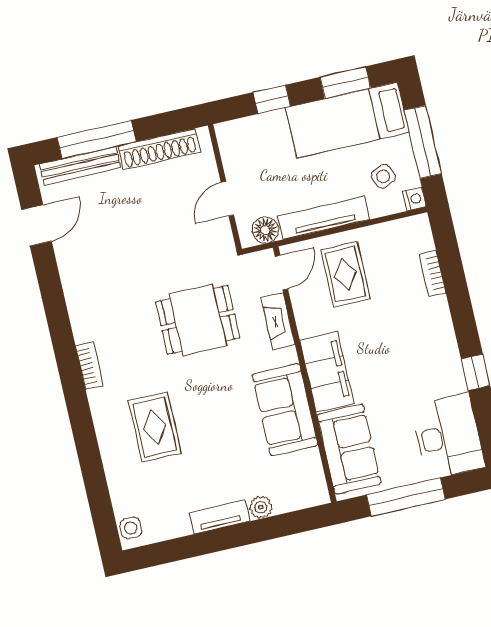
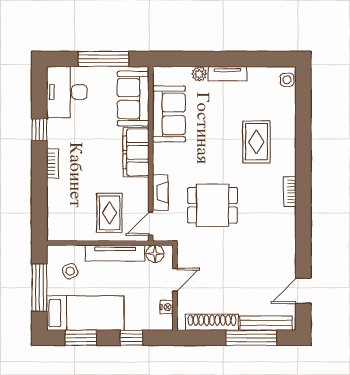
nightstand: (414, 199) -> (167, 307), moved, turned 180
bookcase: (433, 274) -> (53, 163), moved
sofa: (285, 410) -> (169, 114), moved

